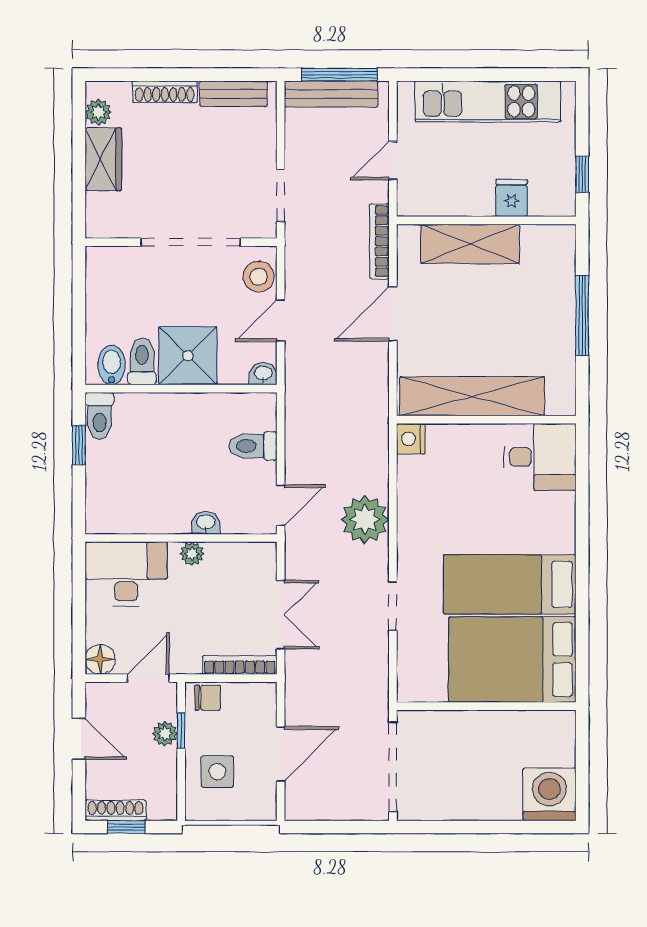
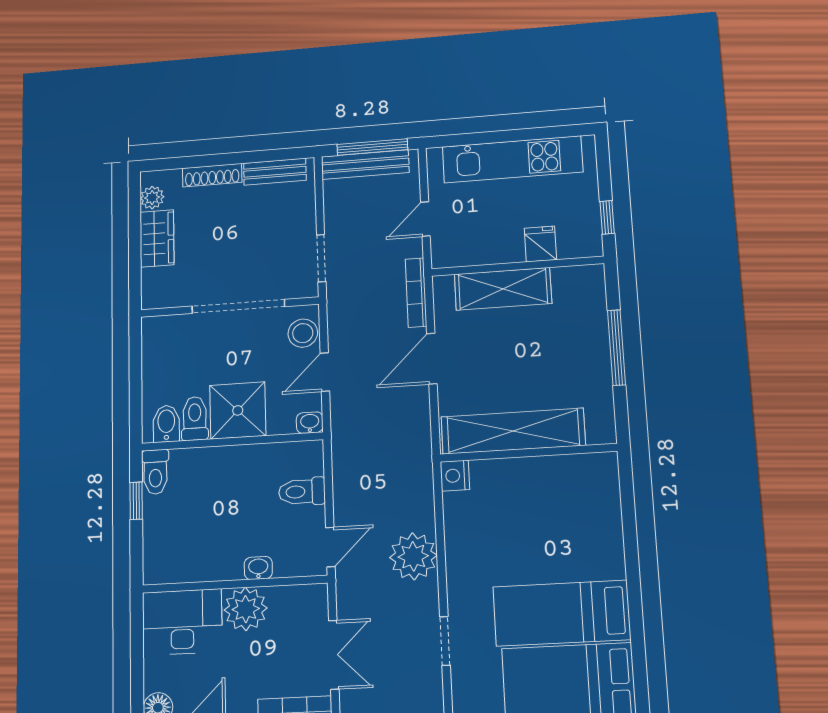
desk: (540, 457) -> (584, 485), removed
plant: (192, 554) -> (246, 609), width x1.88, depth x1.88

